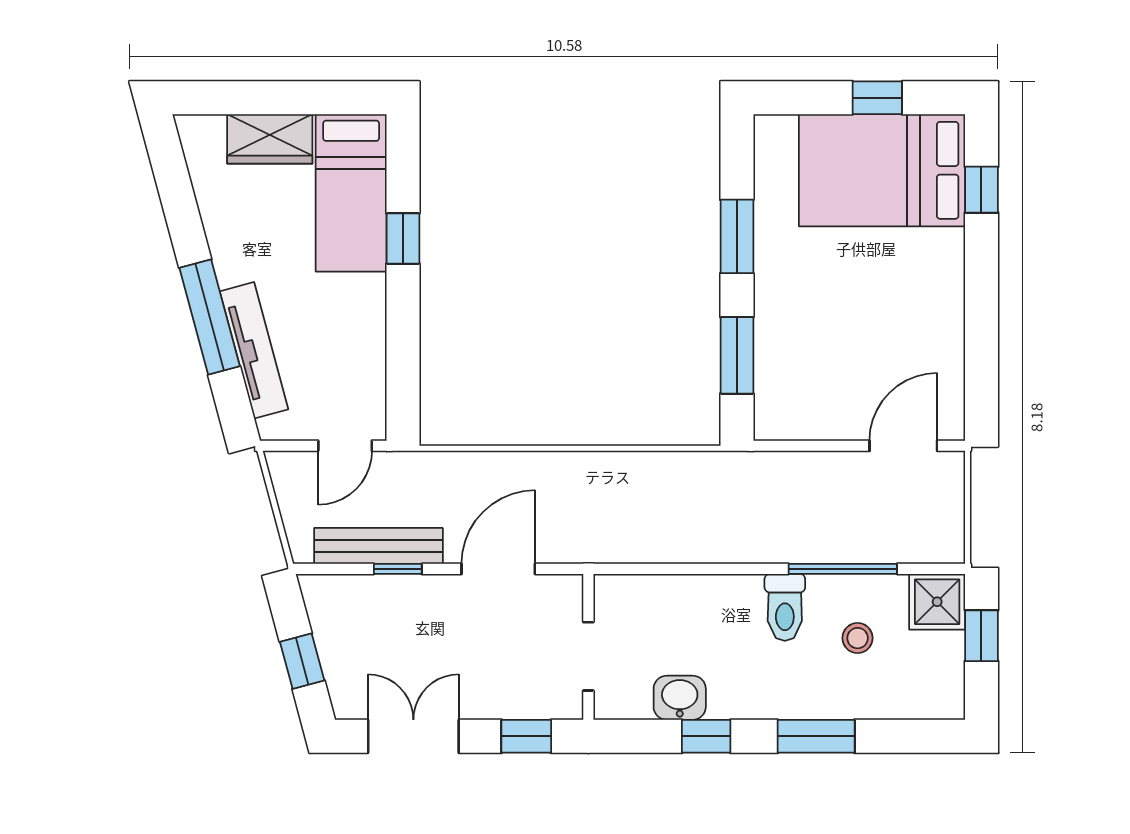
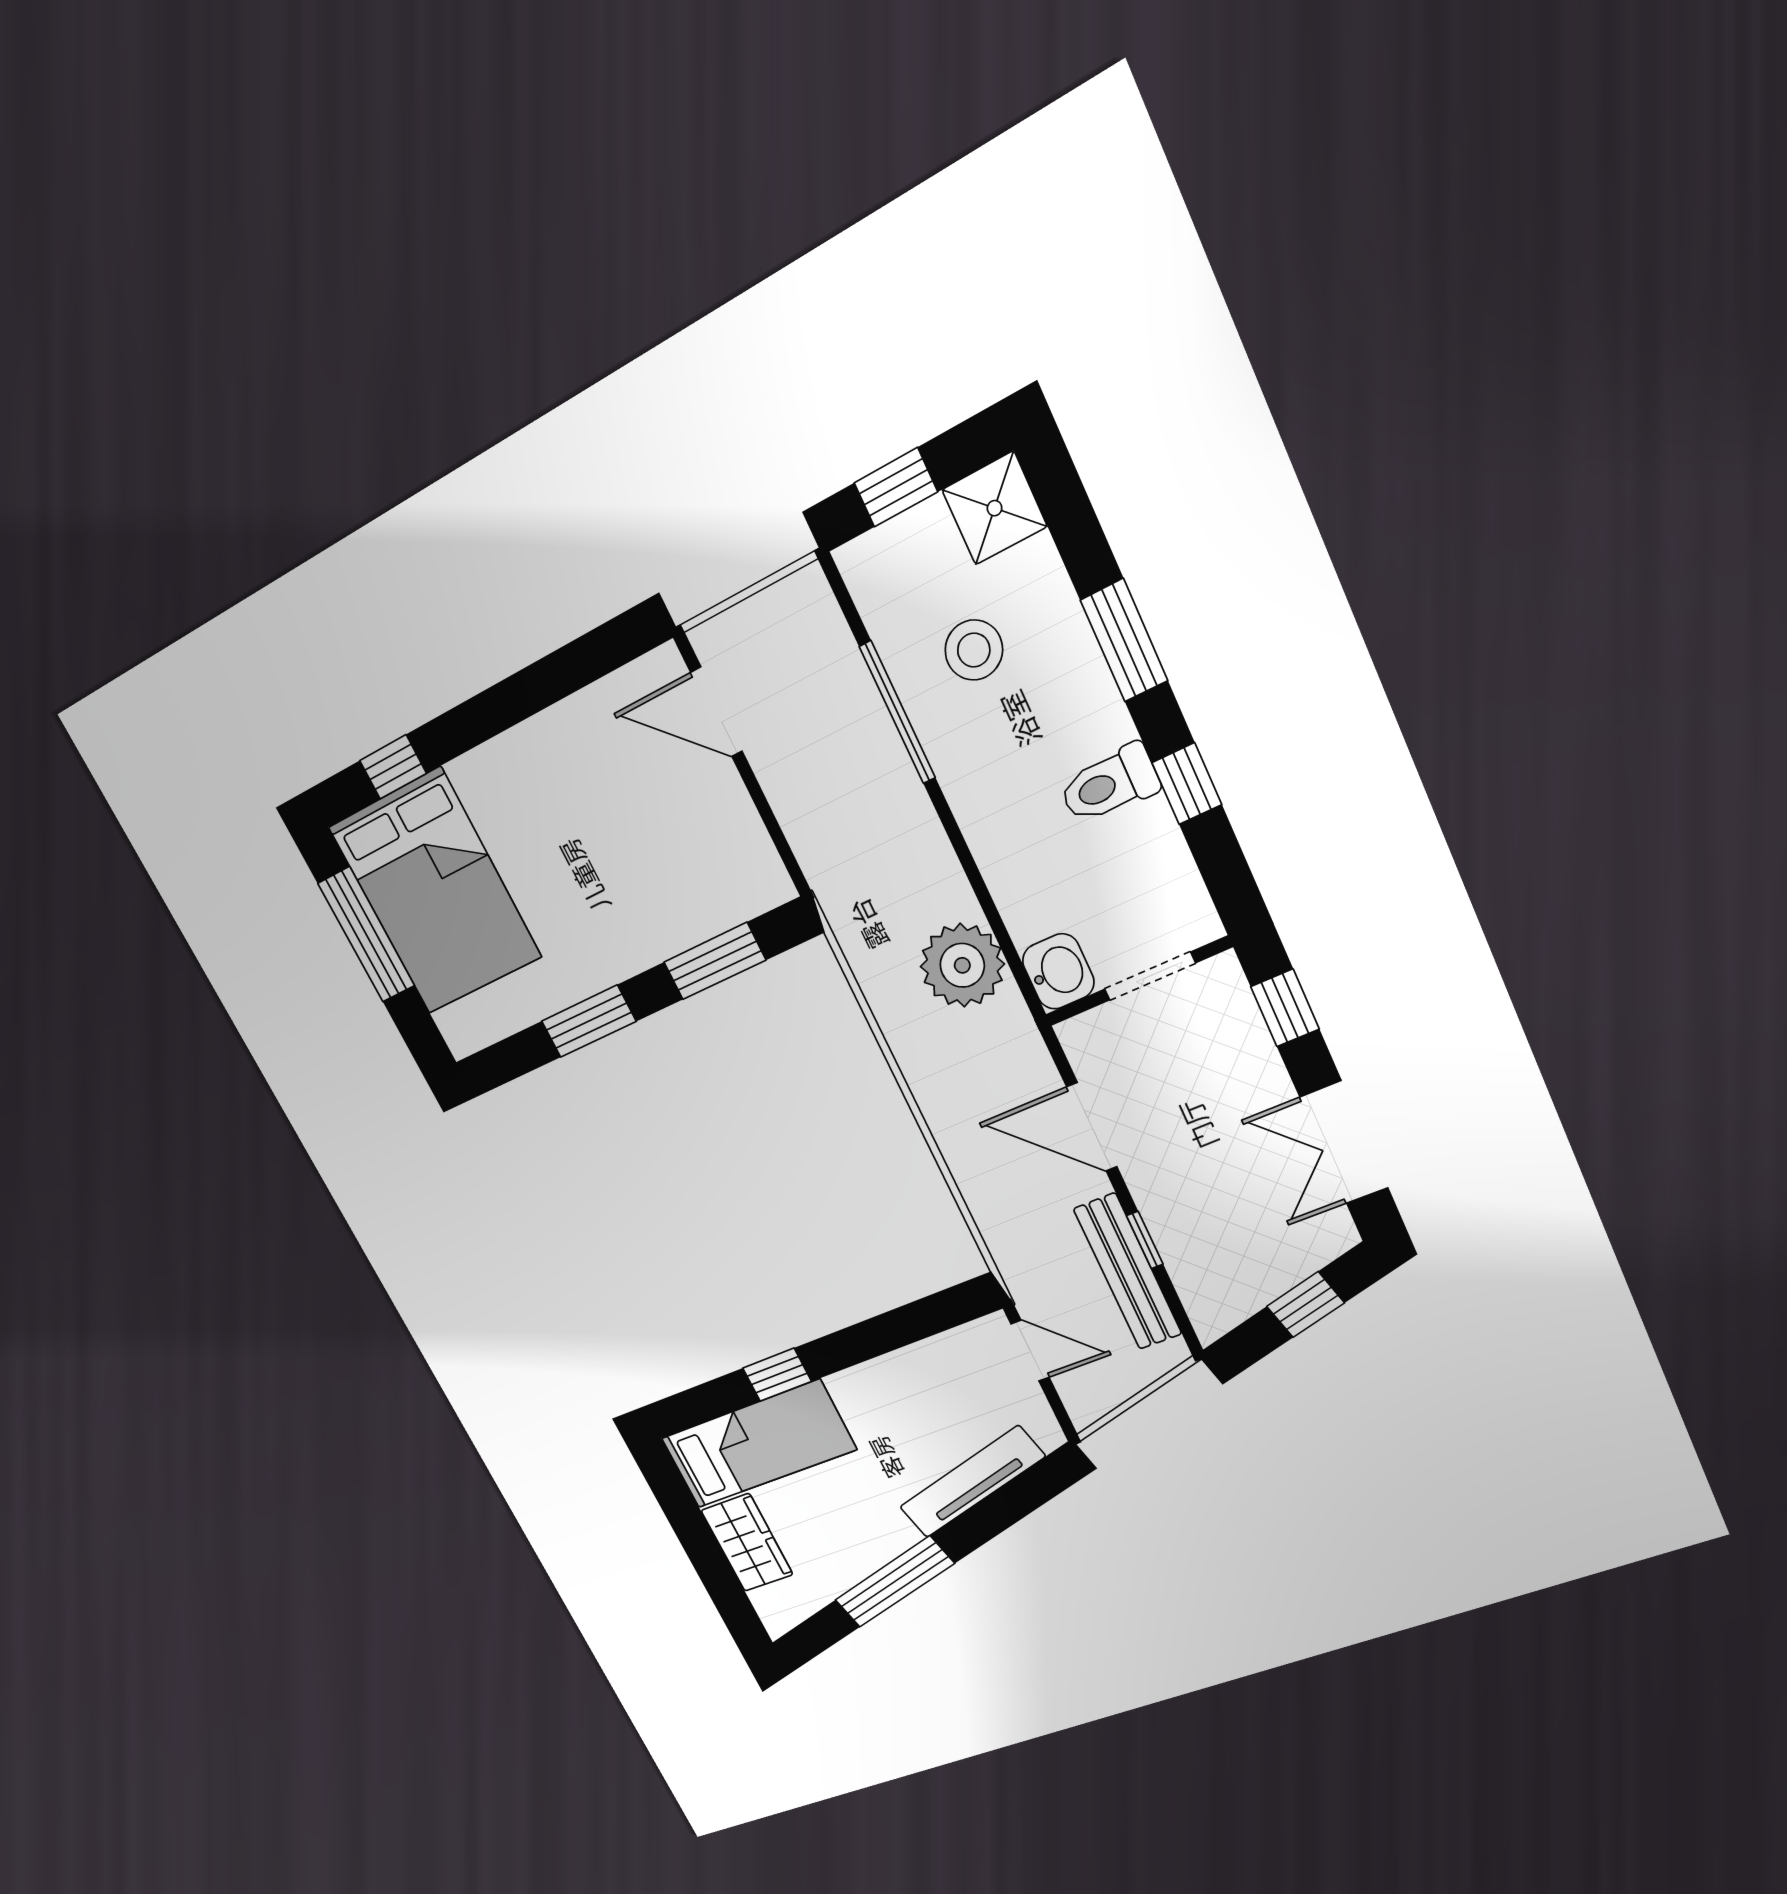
window: (877, 98) -> (366, 935), width x2.17
window: (210, 317) -> (894, 1582), moved
plant: (654, 532) -> (962, 965), added
shower: (937, 602) -> (995, 508), moved
toilet: (785, 607) -> (1109, 784), moved, turned 180
stool: (858, 638) -> (974, 650), width x1.37, depth x1.37
washbasin: (680, 698) -> (1058, 971), moved, turned 180

